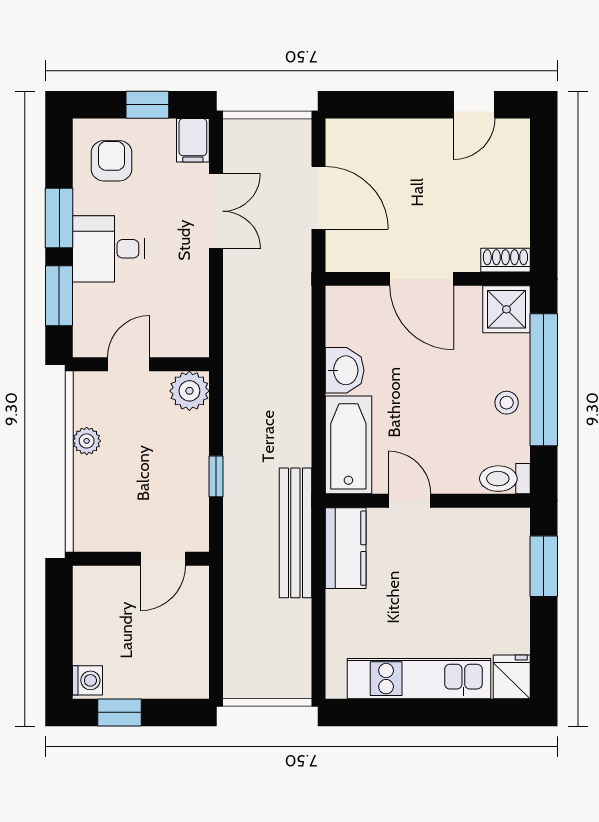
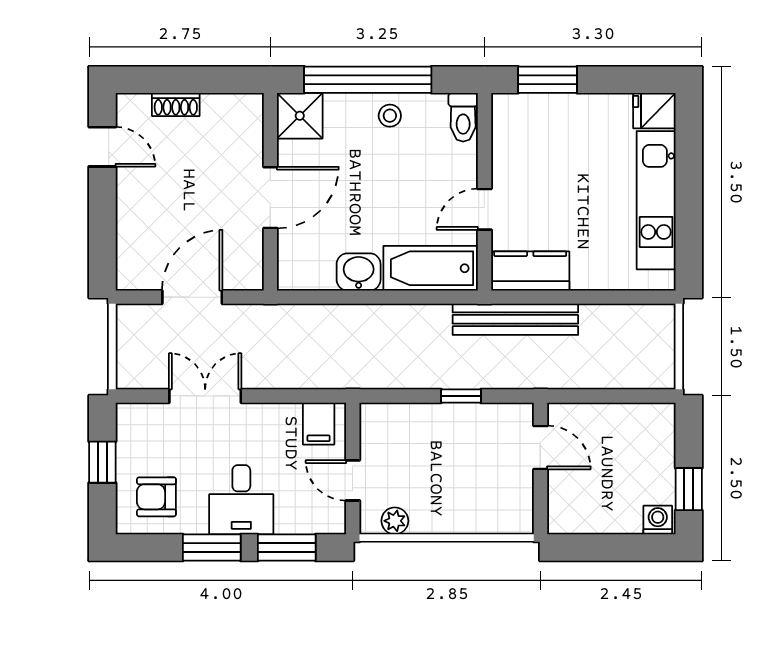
filing cabinet: (193, 140) -> (319, 424), moved, turned 90
shoe rack: (505, 260) -> (176, 104), moved, turned -90
plant: (189, 391) -> (378, 422), removed
plant: (87, 441) -> (395, 521), moved

